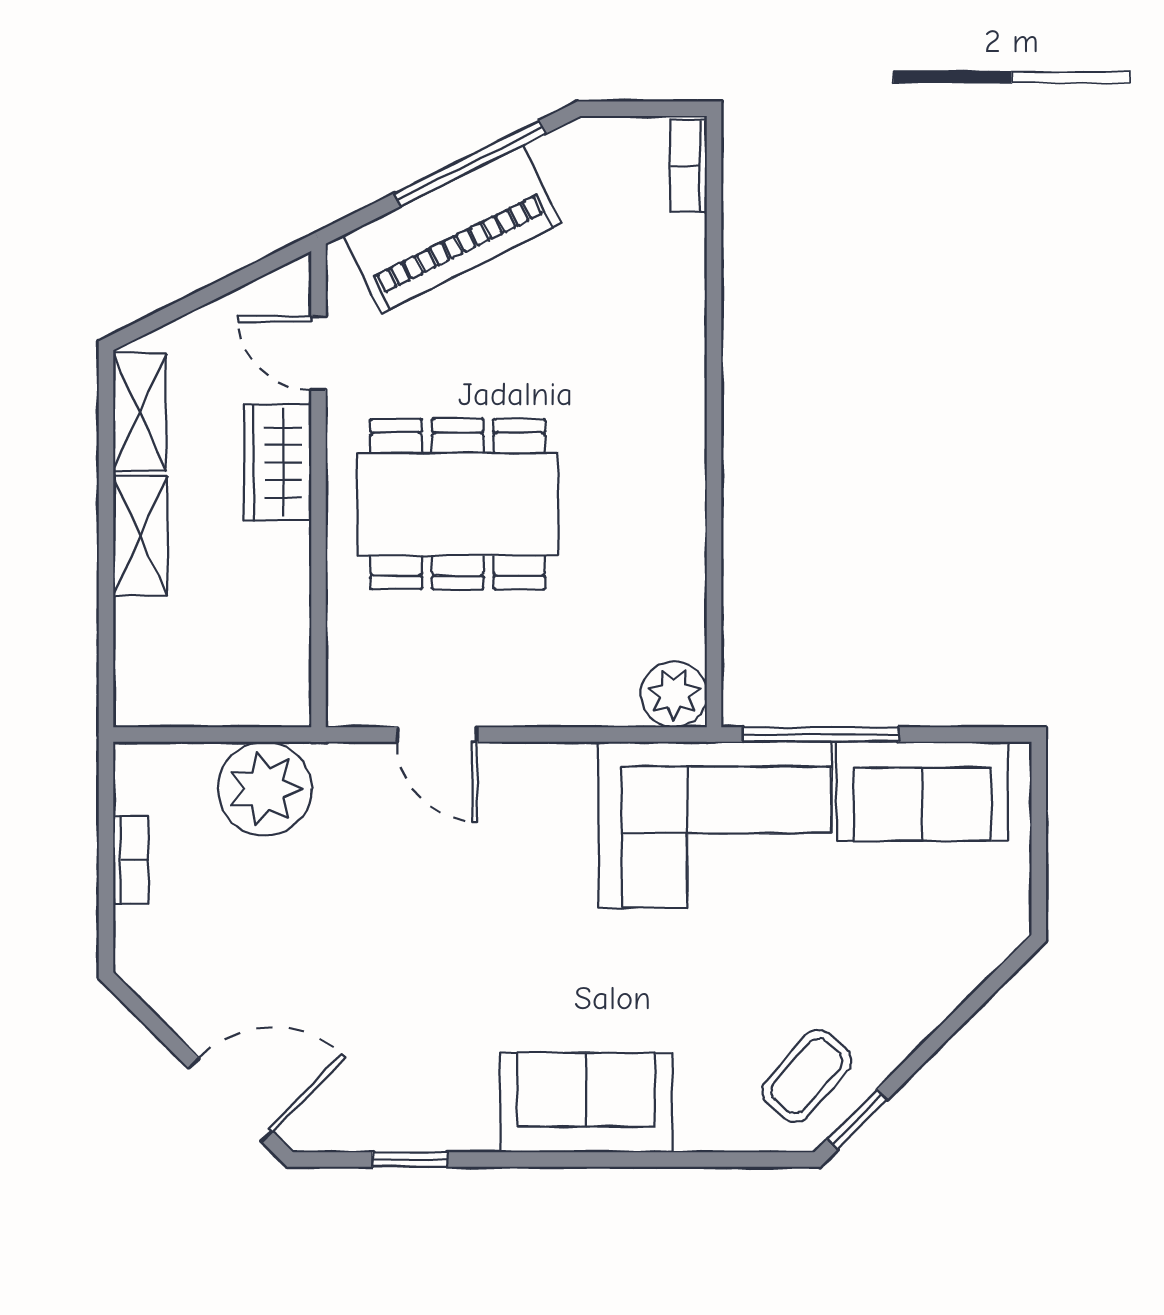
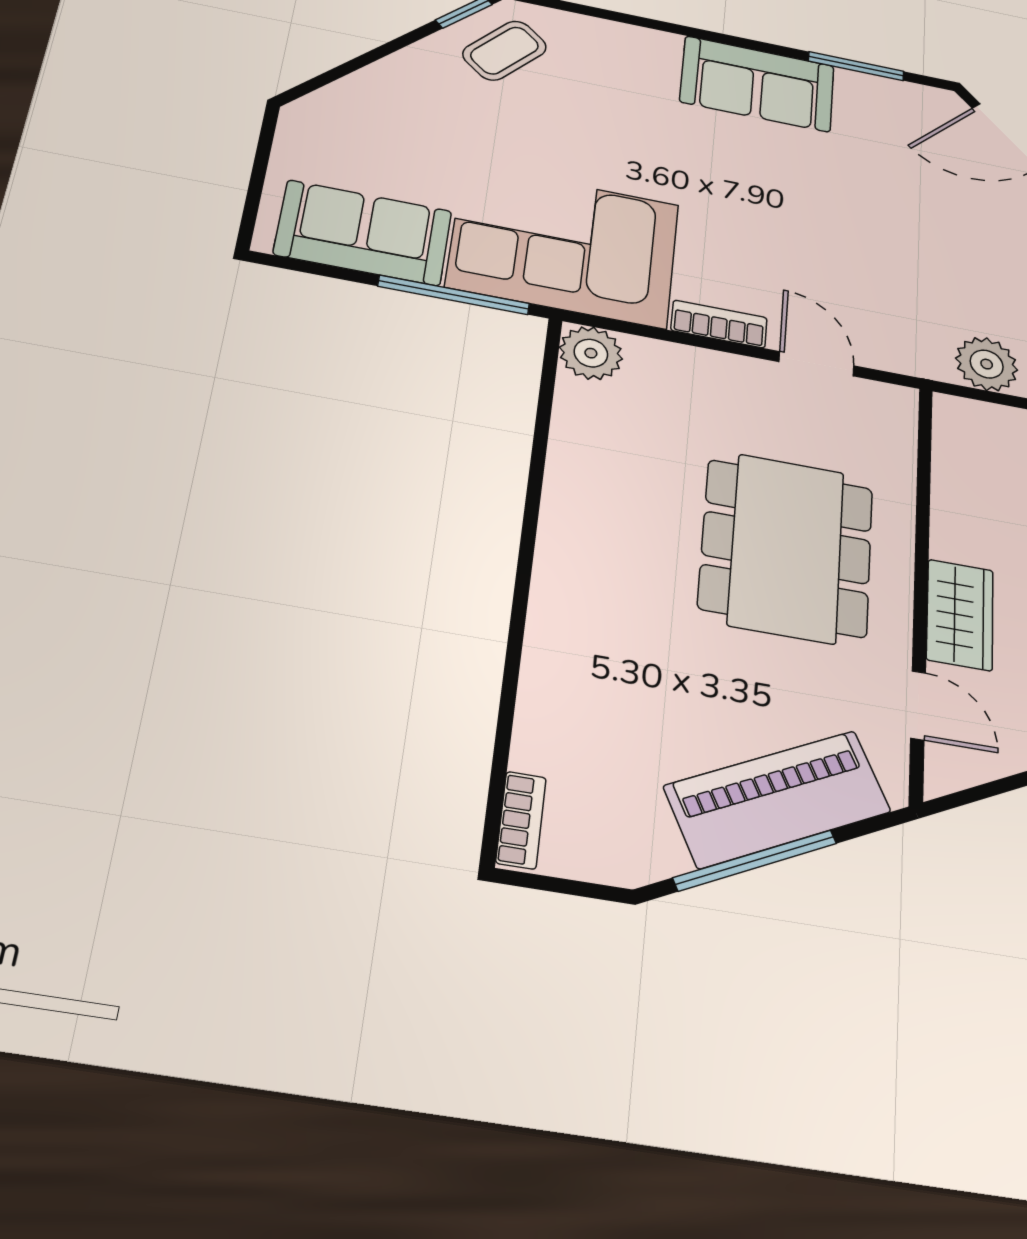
dining table: (458, 504) -> (786, 548), turned 90
bookcase: (544, 762) -> (719, 324), added
plant: (265, 789) -> (987, 364), width x0.73, depth x0.73
sofa: (586, 1103) -> (757, 84), moved
window: (410, 1160) -> (856, 66), width x1.50

